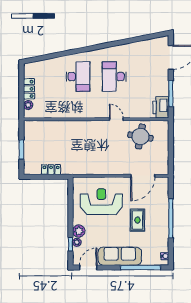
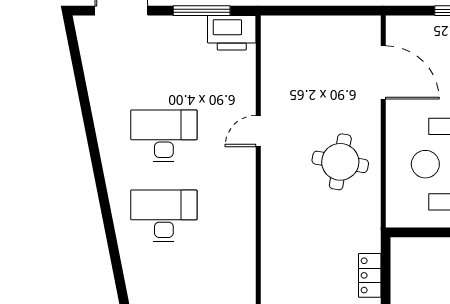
desk: (114, 77) -> (164, 136), turned 180
round table: (140, 136) -> (340, 162), moved

